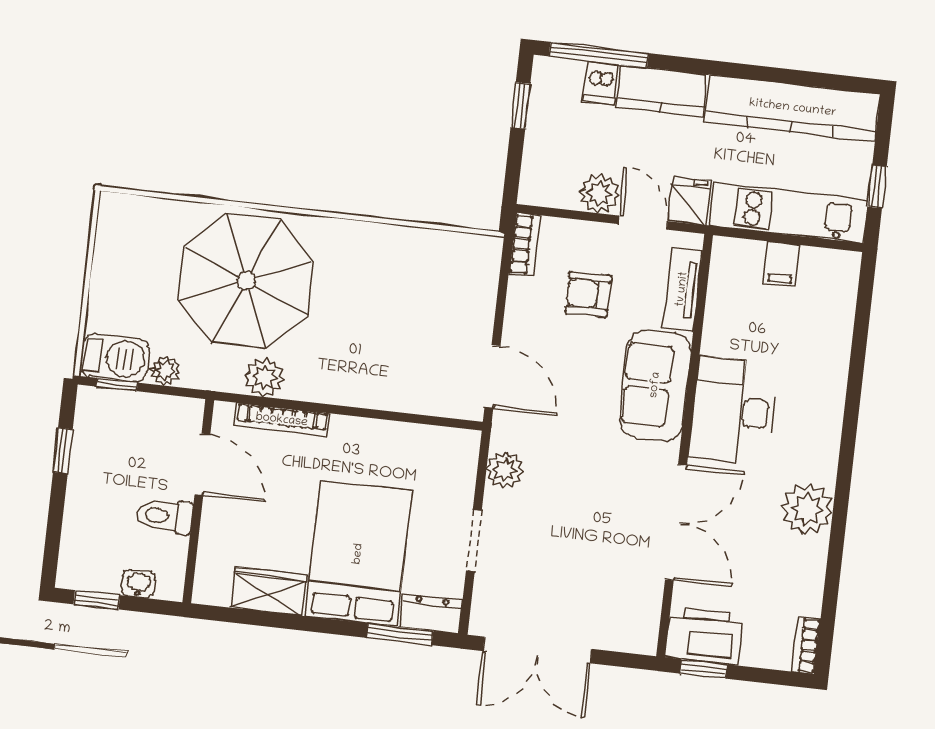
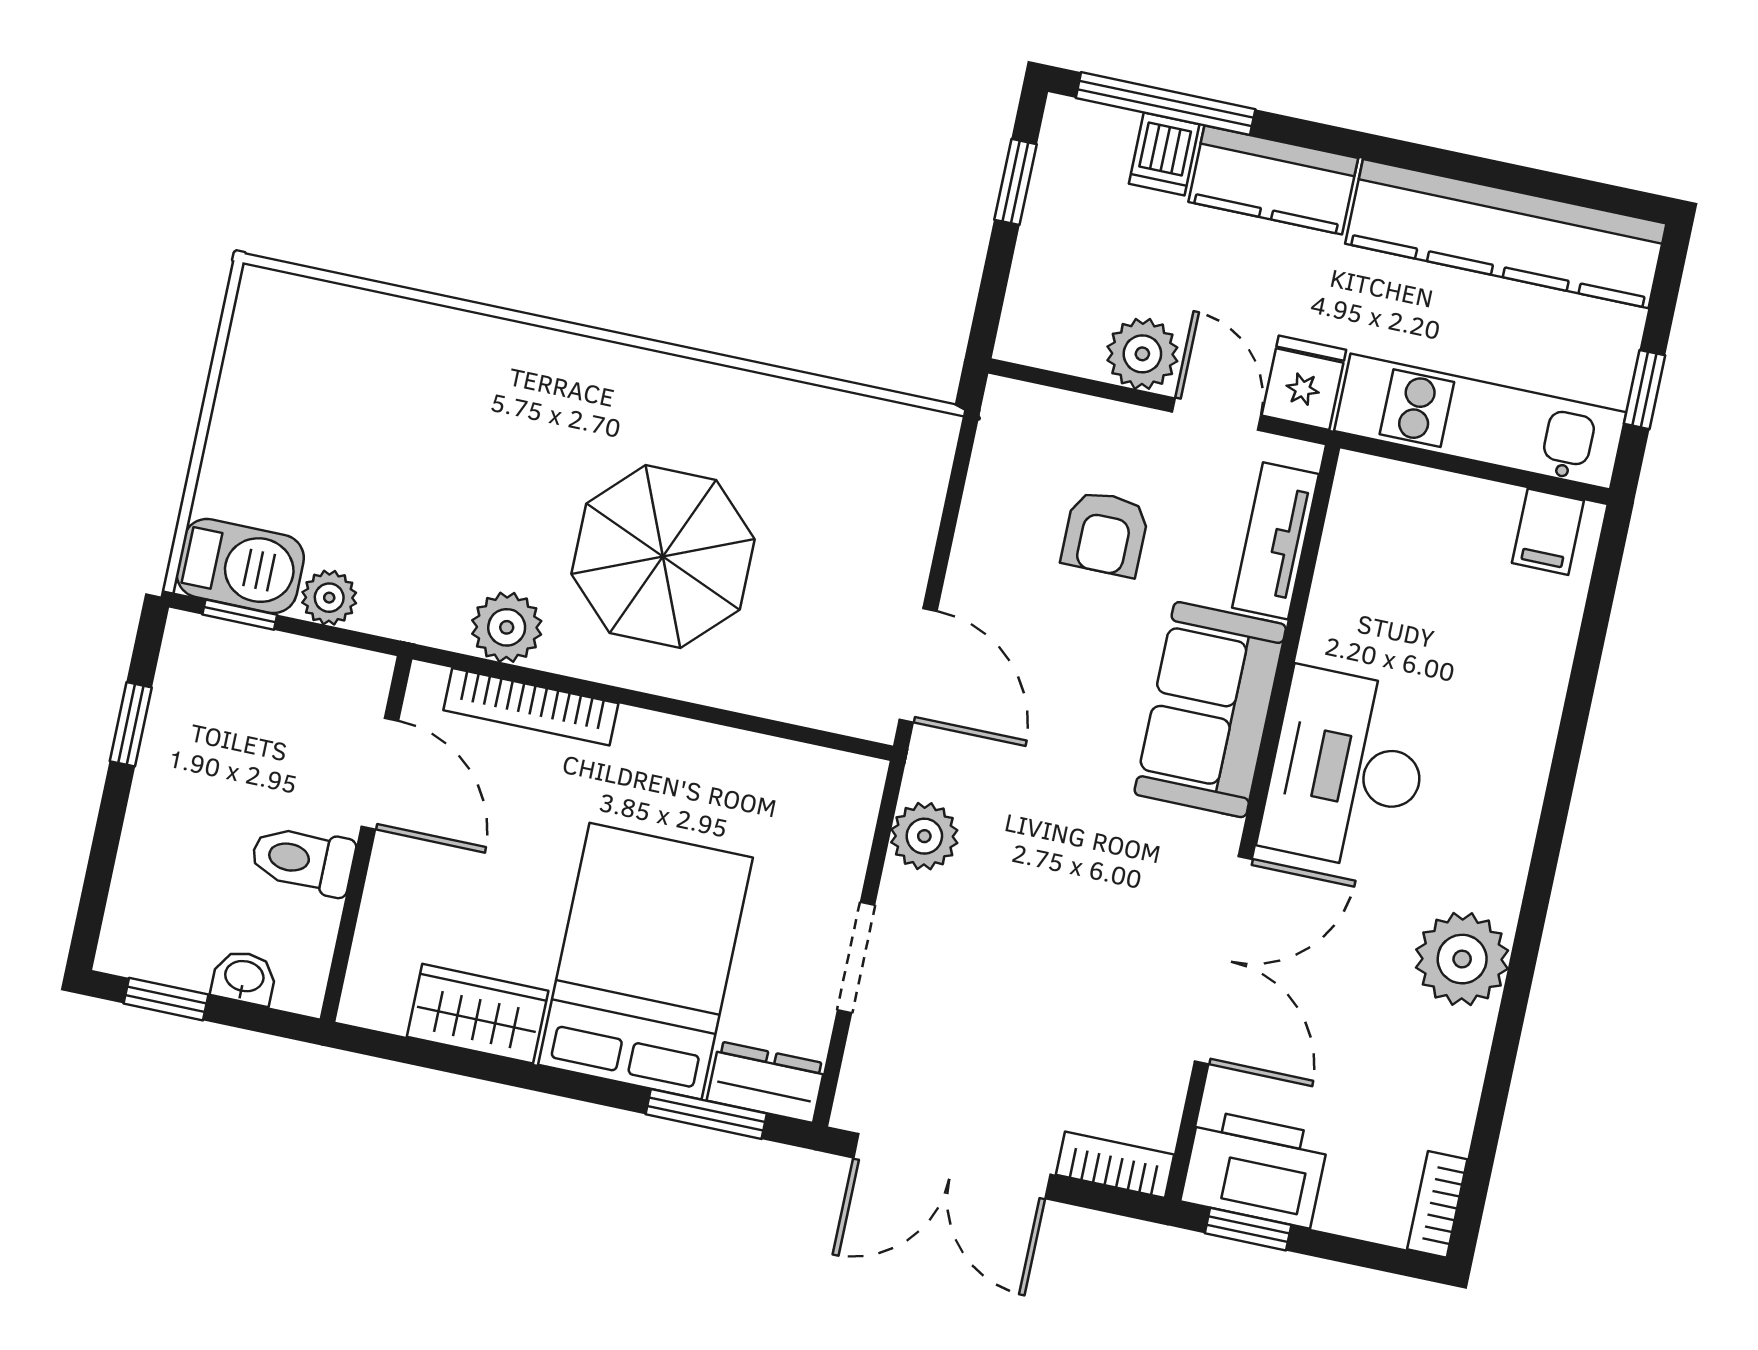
bookcase: (524, 244) -> (1115, 1165), moved, turned -90
filing cabinet: (782, 264) -> (1548, 532), moved
parasol: (246, 281) -> (663, 557), moved, width x0.73, depth x0.73
armchair: (588, 294) -> (1105, 533), turned -90

